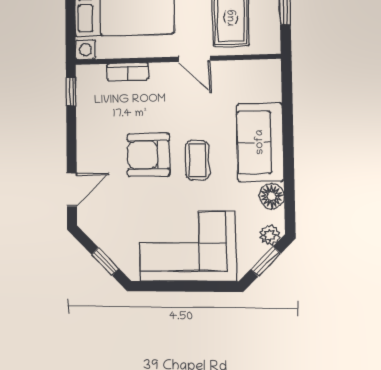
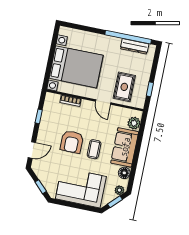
plant: (268, 87) -> (134, 123), added
window: (71, 92) -> (39, 116), moved
armchair: (148, 155) -> (72, 142), turned -90

